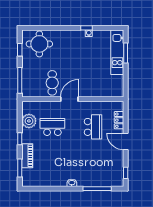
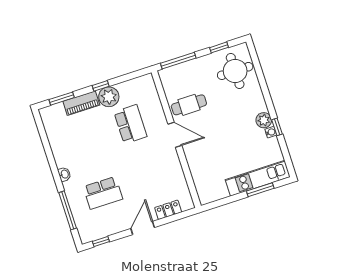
plant: (79, 35) -> (264, 120), added
plant: (29, 121) -> (109, 97), moved
school desk: (93, 127) -> (103, 193), moved

